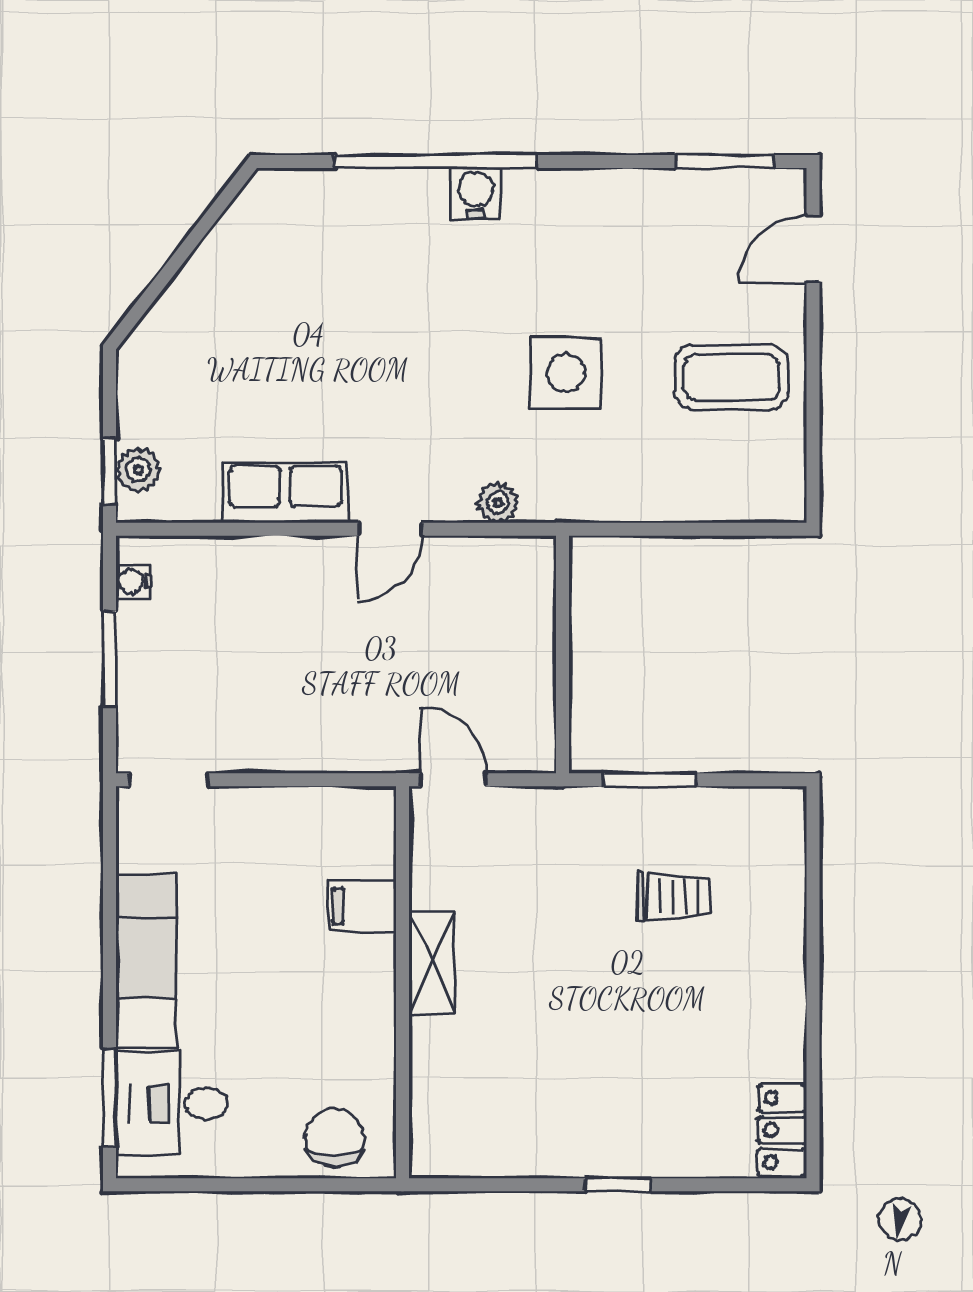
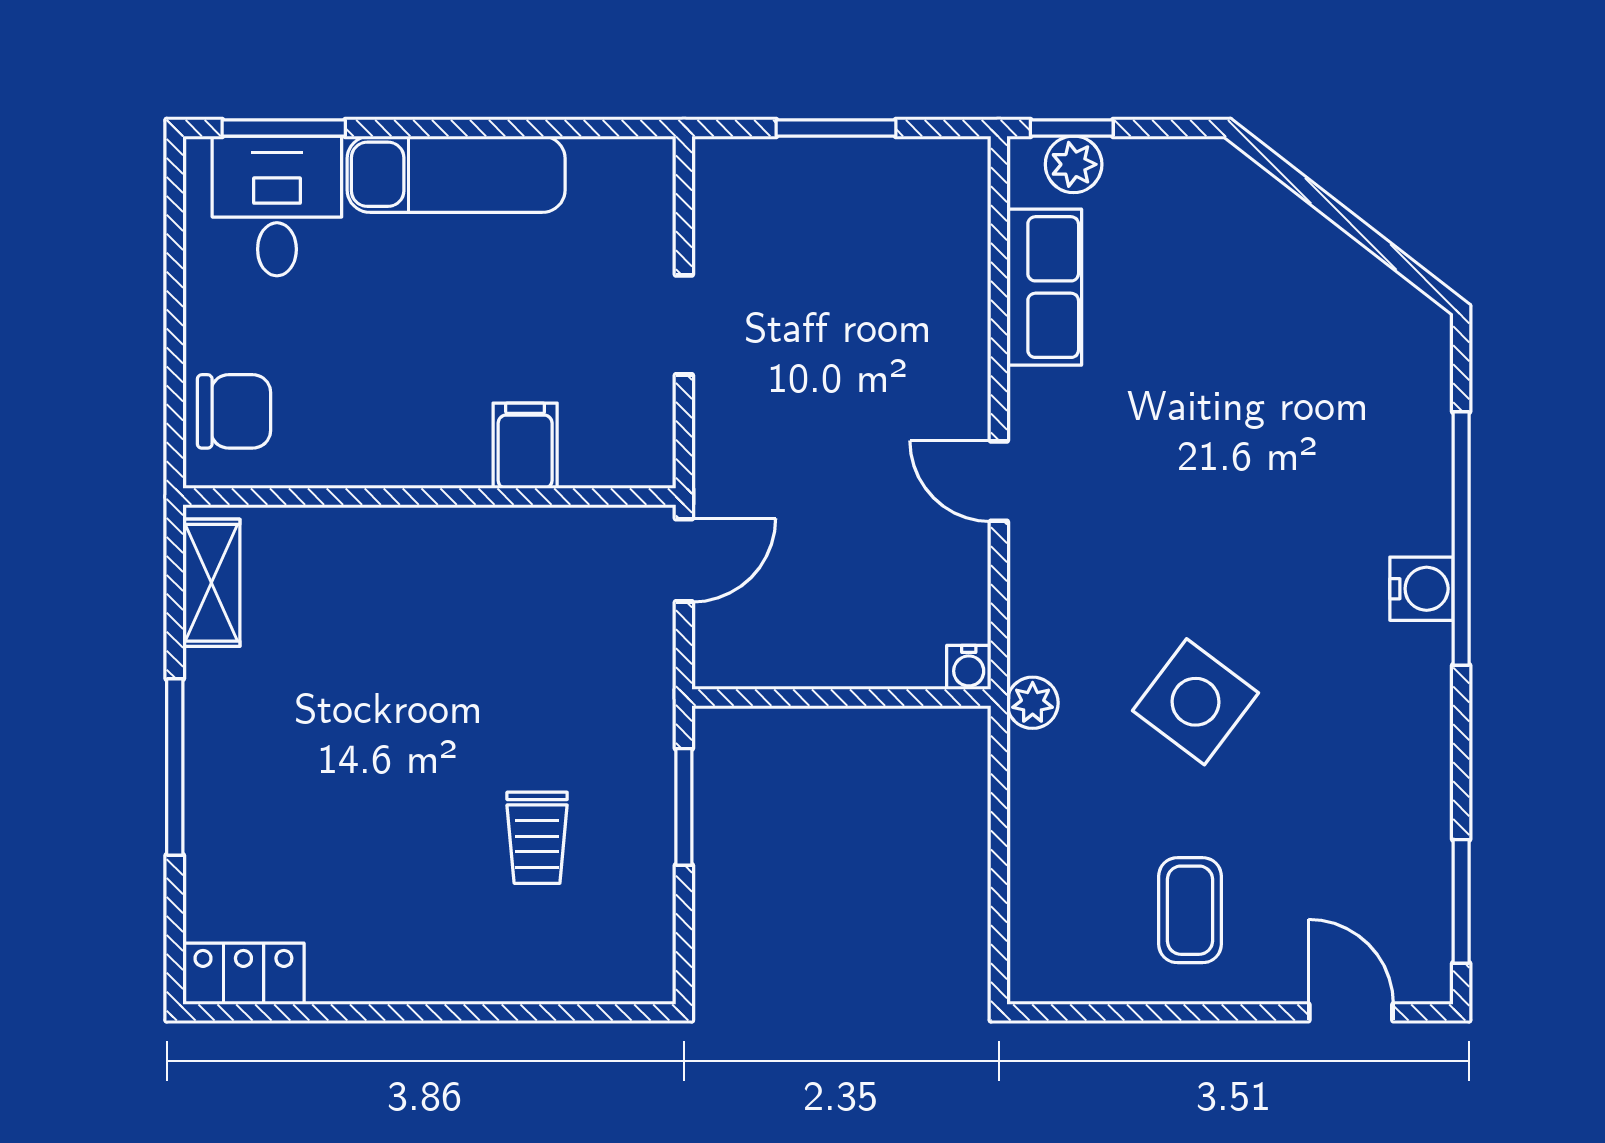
side table: (566, 373) -> (1195, 702), turned 37
coffee table: (732, 377) -> (1190, 910), width x0.73, depth x0.77
row of seats: (285, 493) -> (1044, 287), moved
plant: (498, 502) -> (1033, 703), moved
water cooler: (133, 581) -> (969, 667), moved, turned 180
doorway: (169, 780) -> (684, 325), moved
shelving: (432, 963) -> (211, 583), moved, turned 90
window: (618, 1185) -> (175, 767), width x2.17

